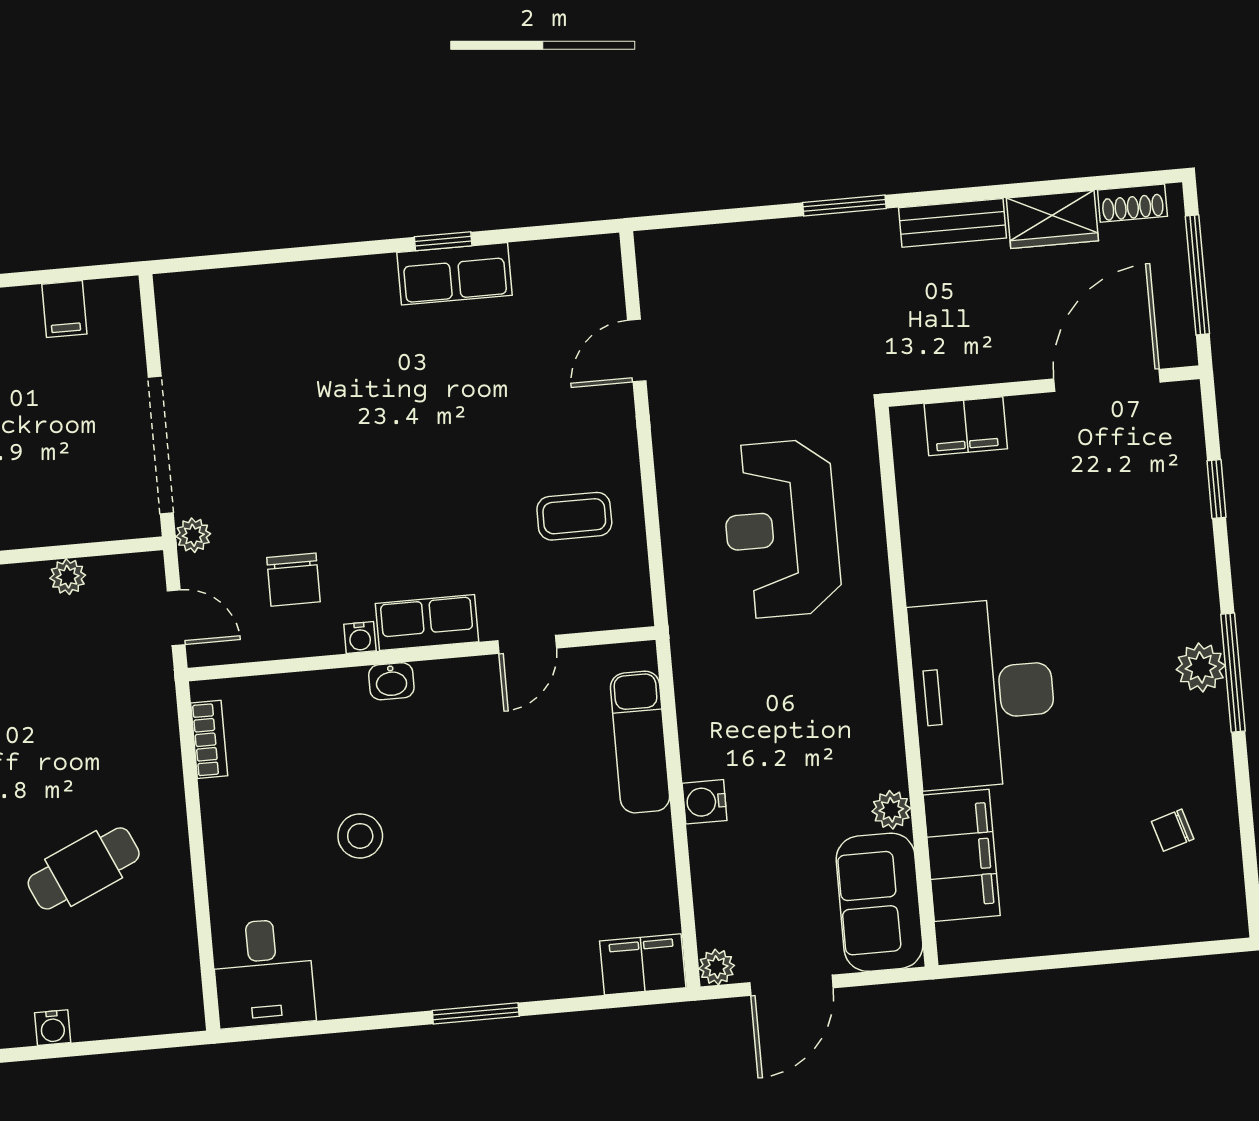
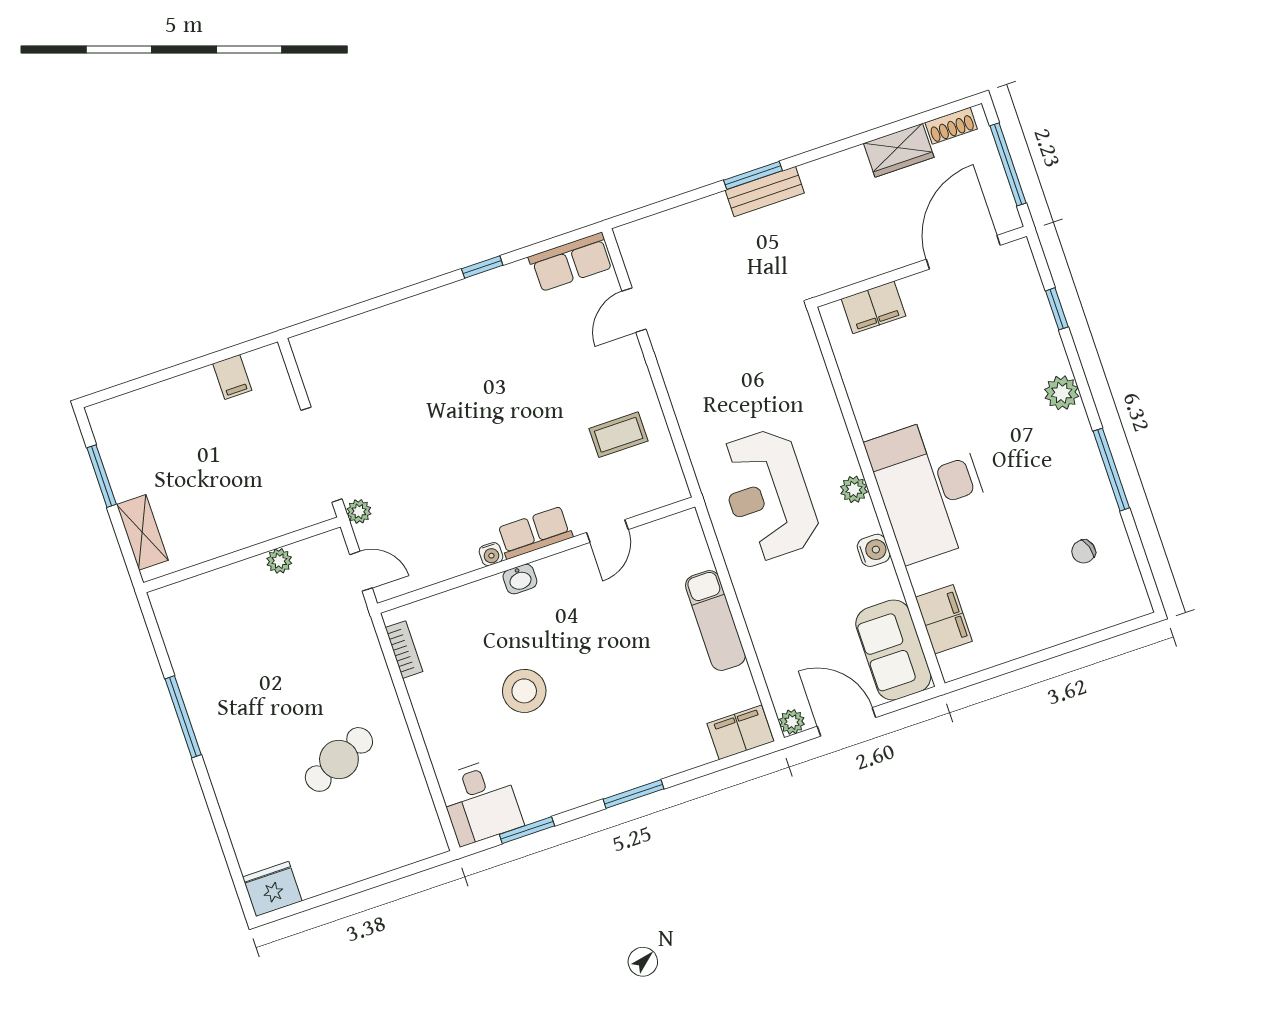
bench: (952, 223) -> (765, 192), moved
row of seats: (455, 274) -> (571, 262), moved
reception desk: (781, 529) -> (768, 495), moved
chair: (293, 580) -> (435, 525), removed
plant: (1201, 667) -> (1062, 393), moved
window: (1233, 673) -> (1111, 470), moved
exam couch: (640, 742) -> (715, 621), moved
water cooler: (705, 802) -> (874, 550), moved, turned 180
plant: (891, 810) -> (854, 489), moved
stool: (360, 836) -> (524, 691), width x1.38, depth x1.38
filing cabinet: (962, 855) -> (944, 619), width x0.67, depth x0.86
door: (791, 985) -> (846, 722), swing flipped
water cooler: (53, 1028) -> (344, 874), removed
window: (318, 1028) -> (527, 830), added

